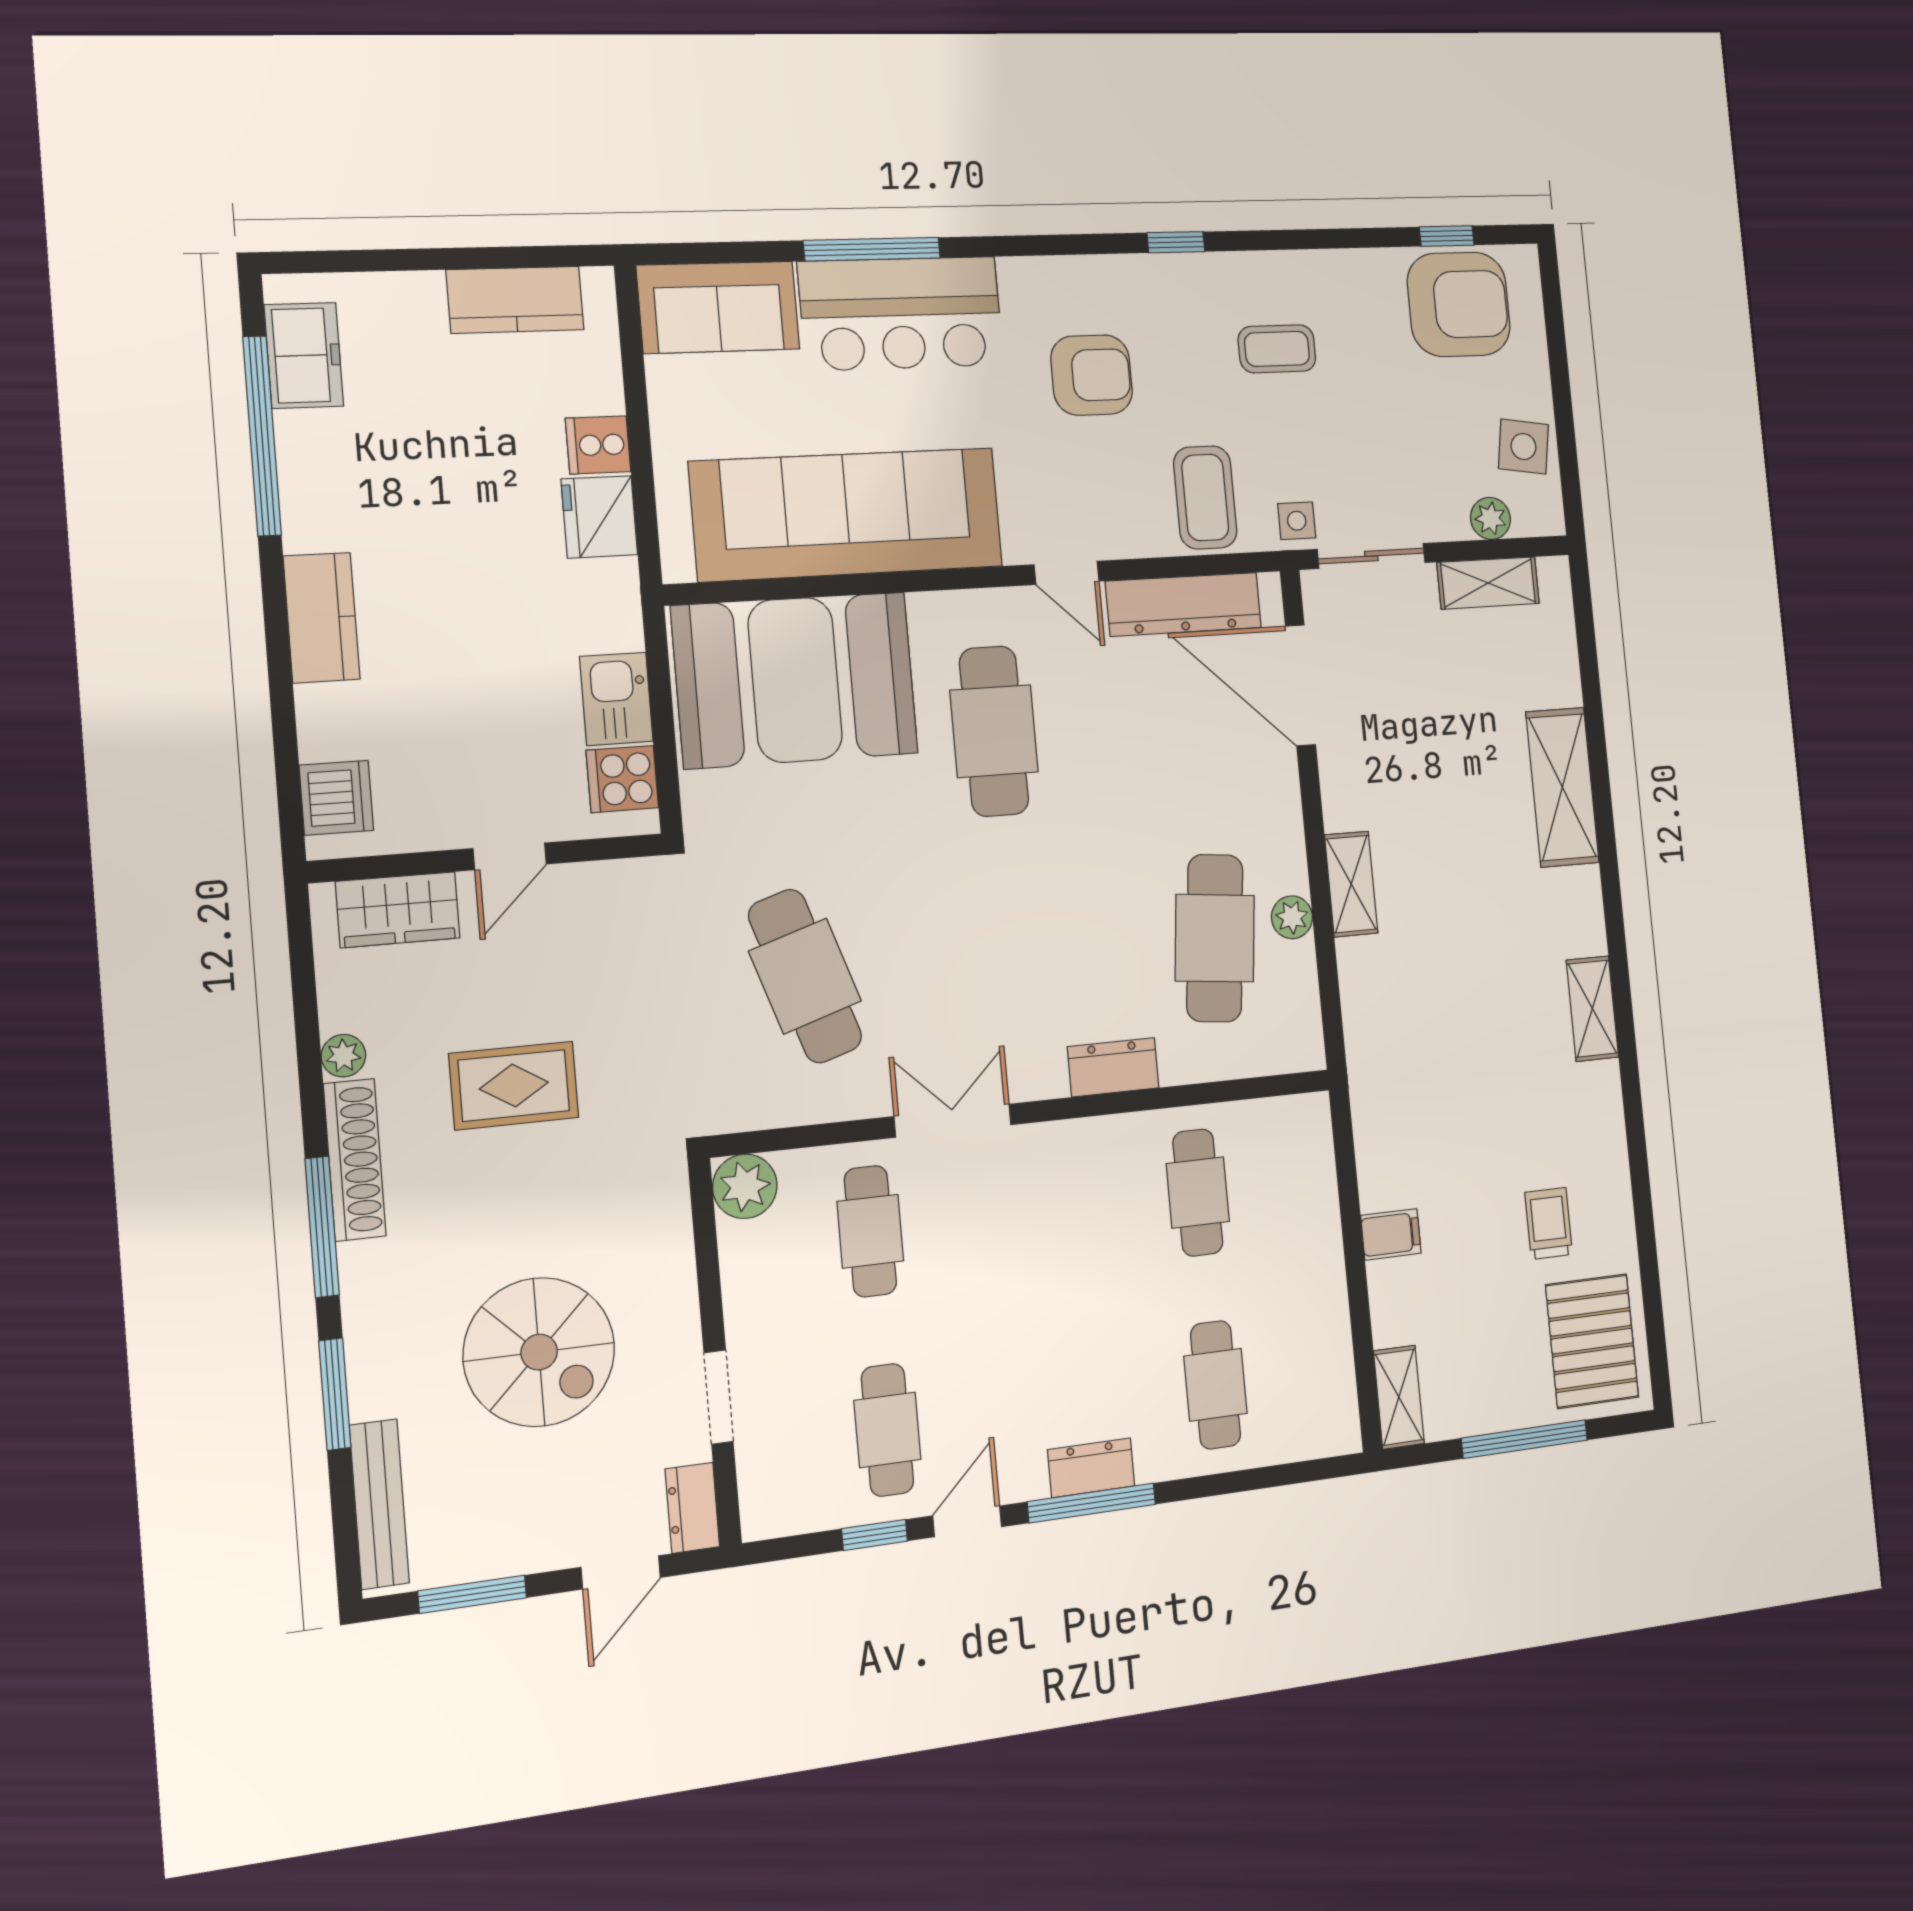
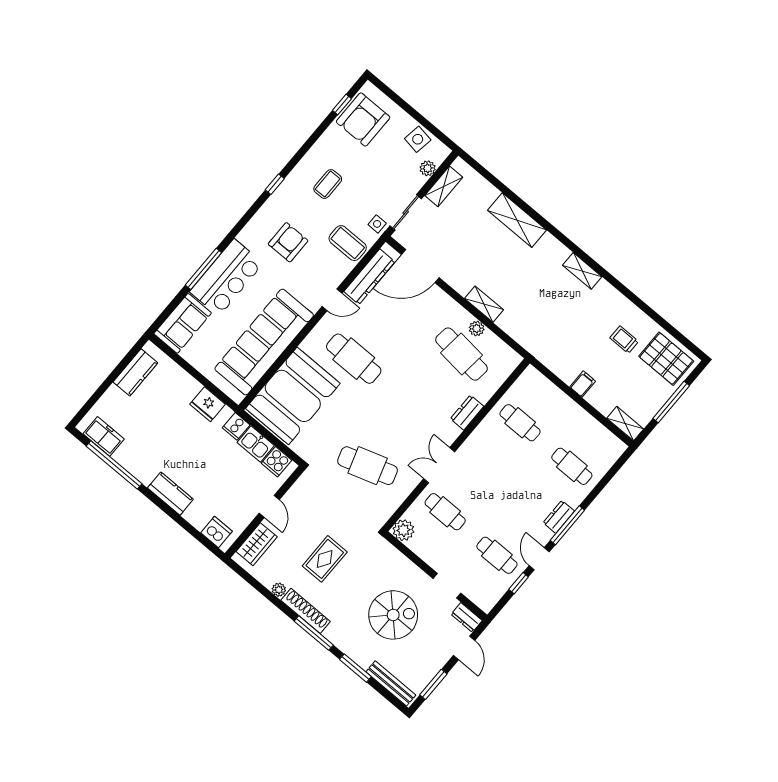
armchair: (1459, 304) -> (363, 120), turned 180
cooker: (598, 445) -> (236, 426), moved

